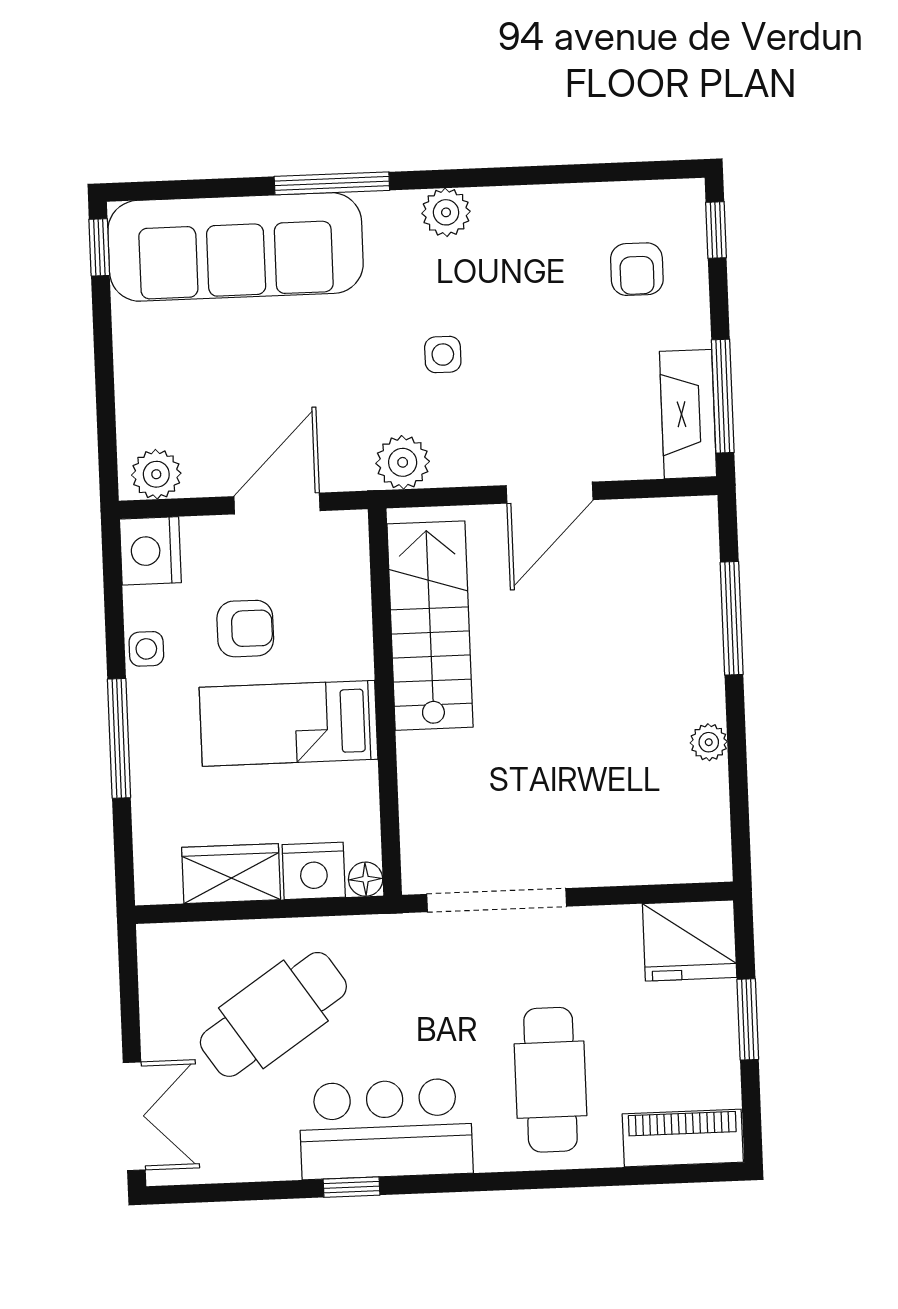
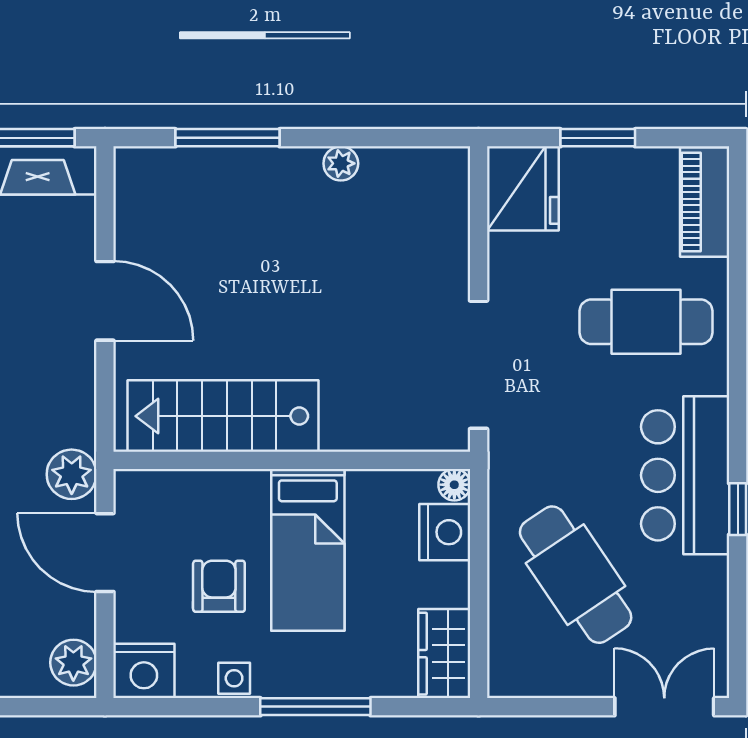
plant: (403, 462) -> (72, 474), moved
wardrobe: (231, 874) -> (444, 654), moved

